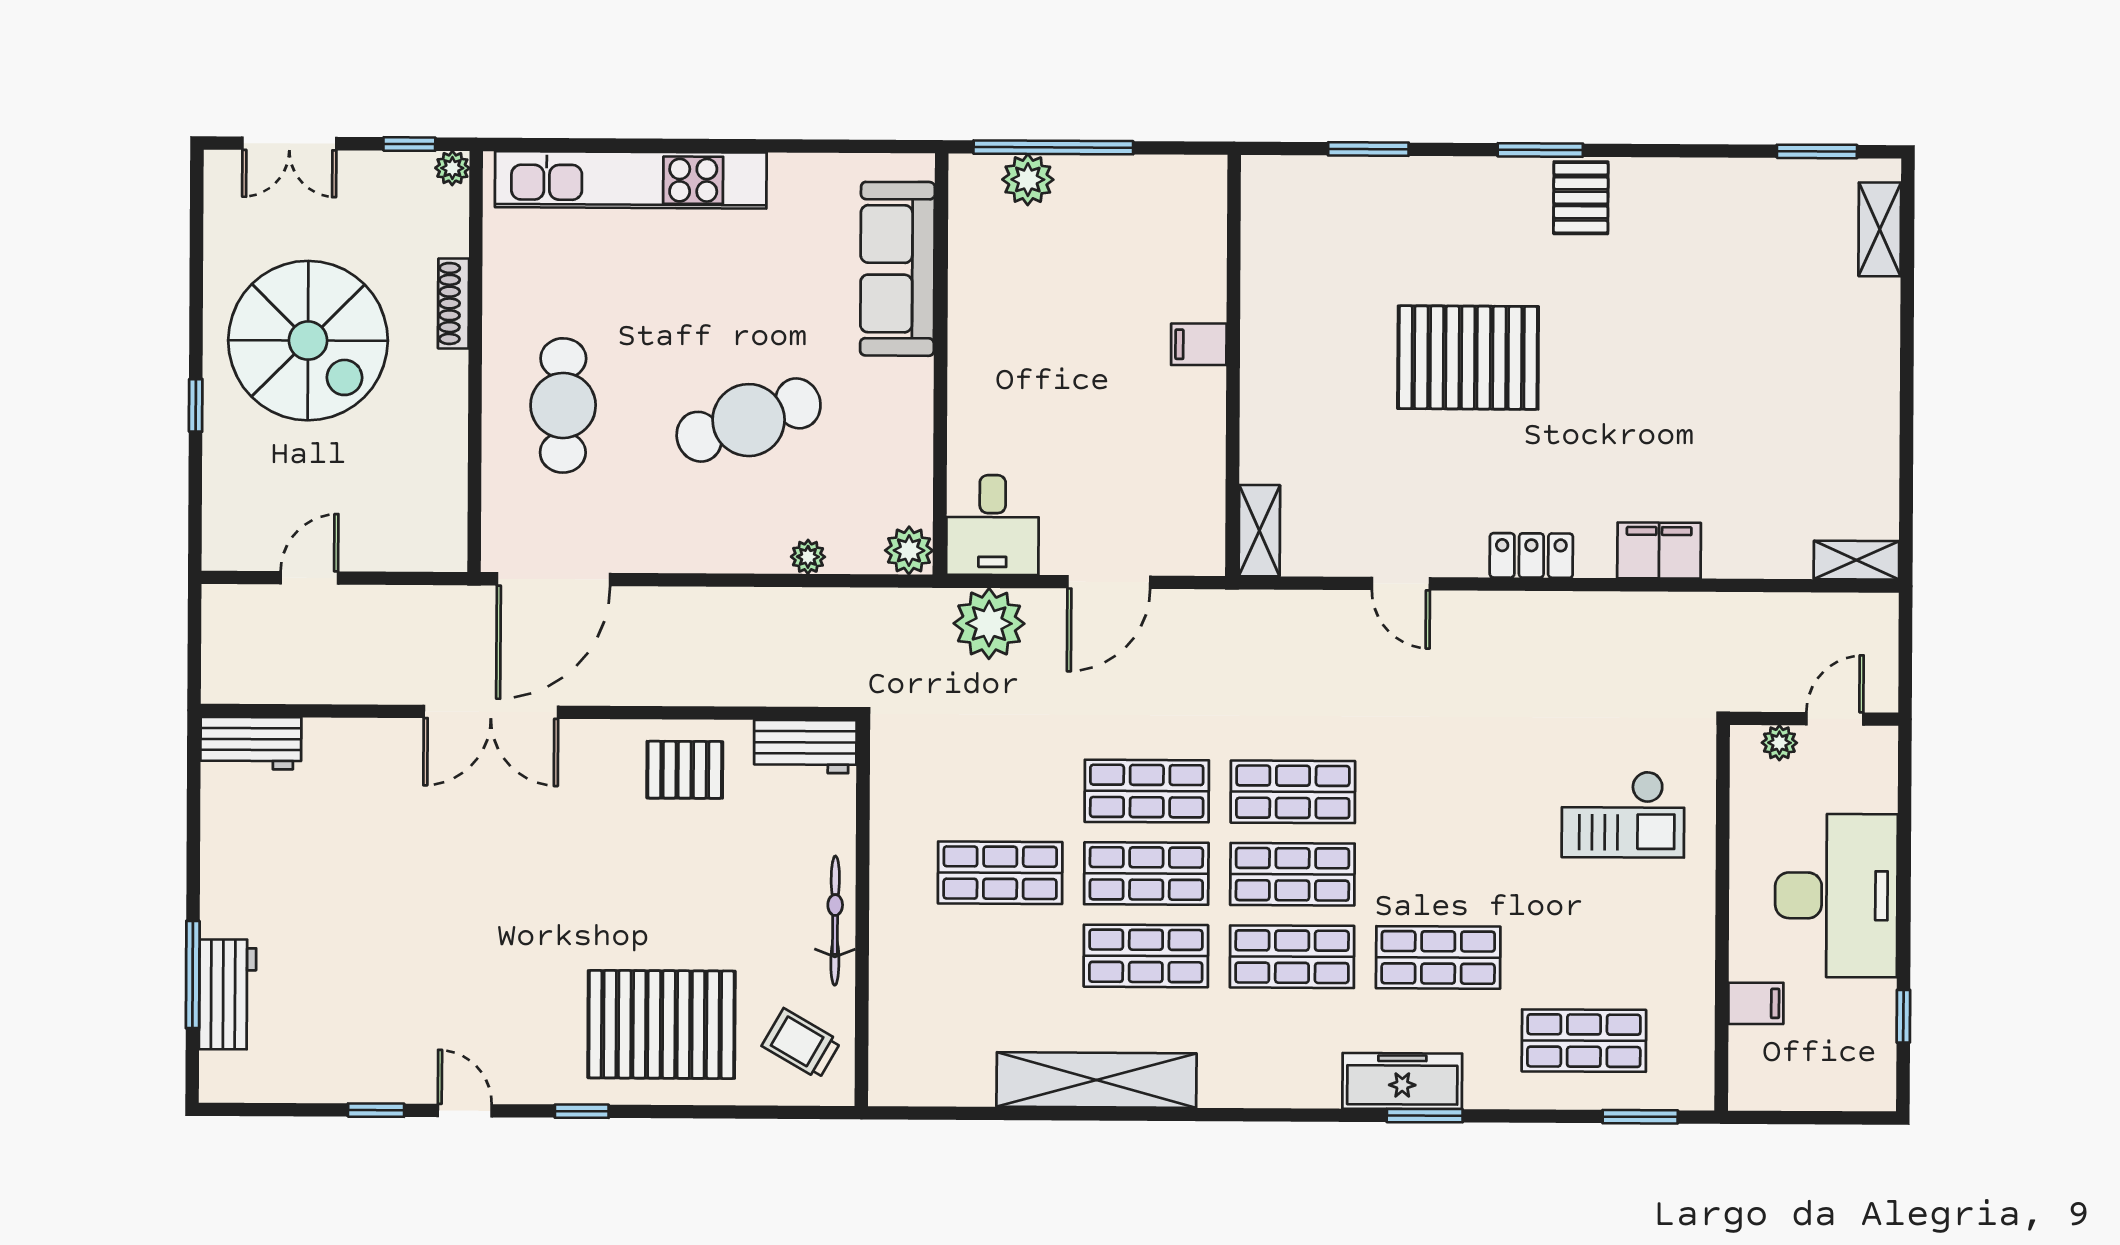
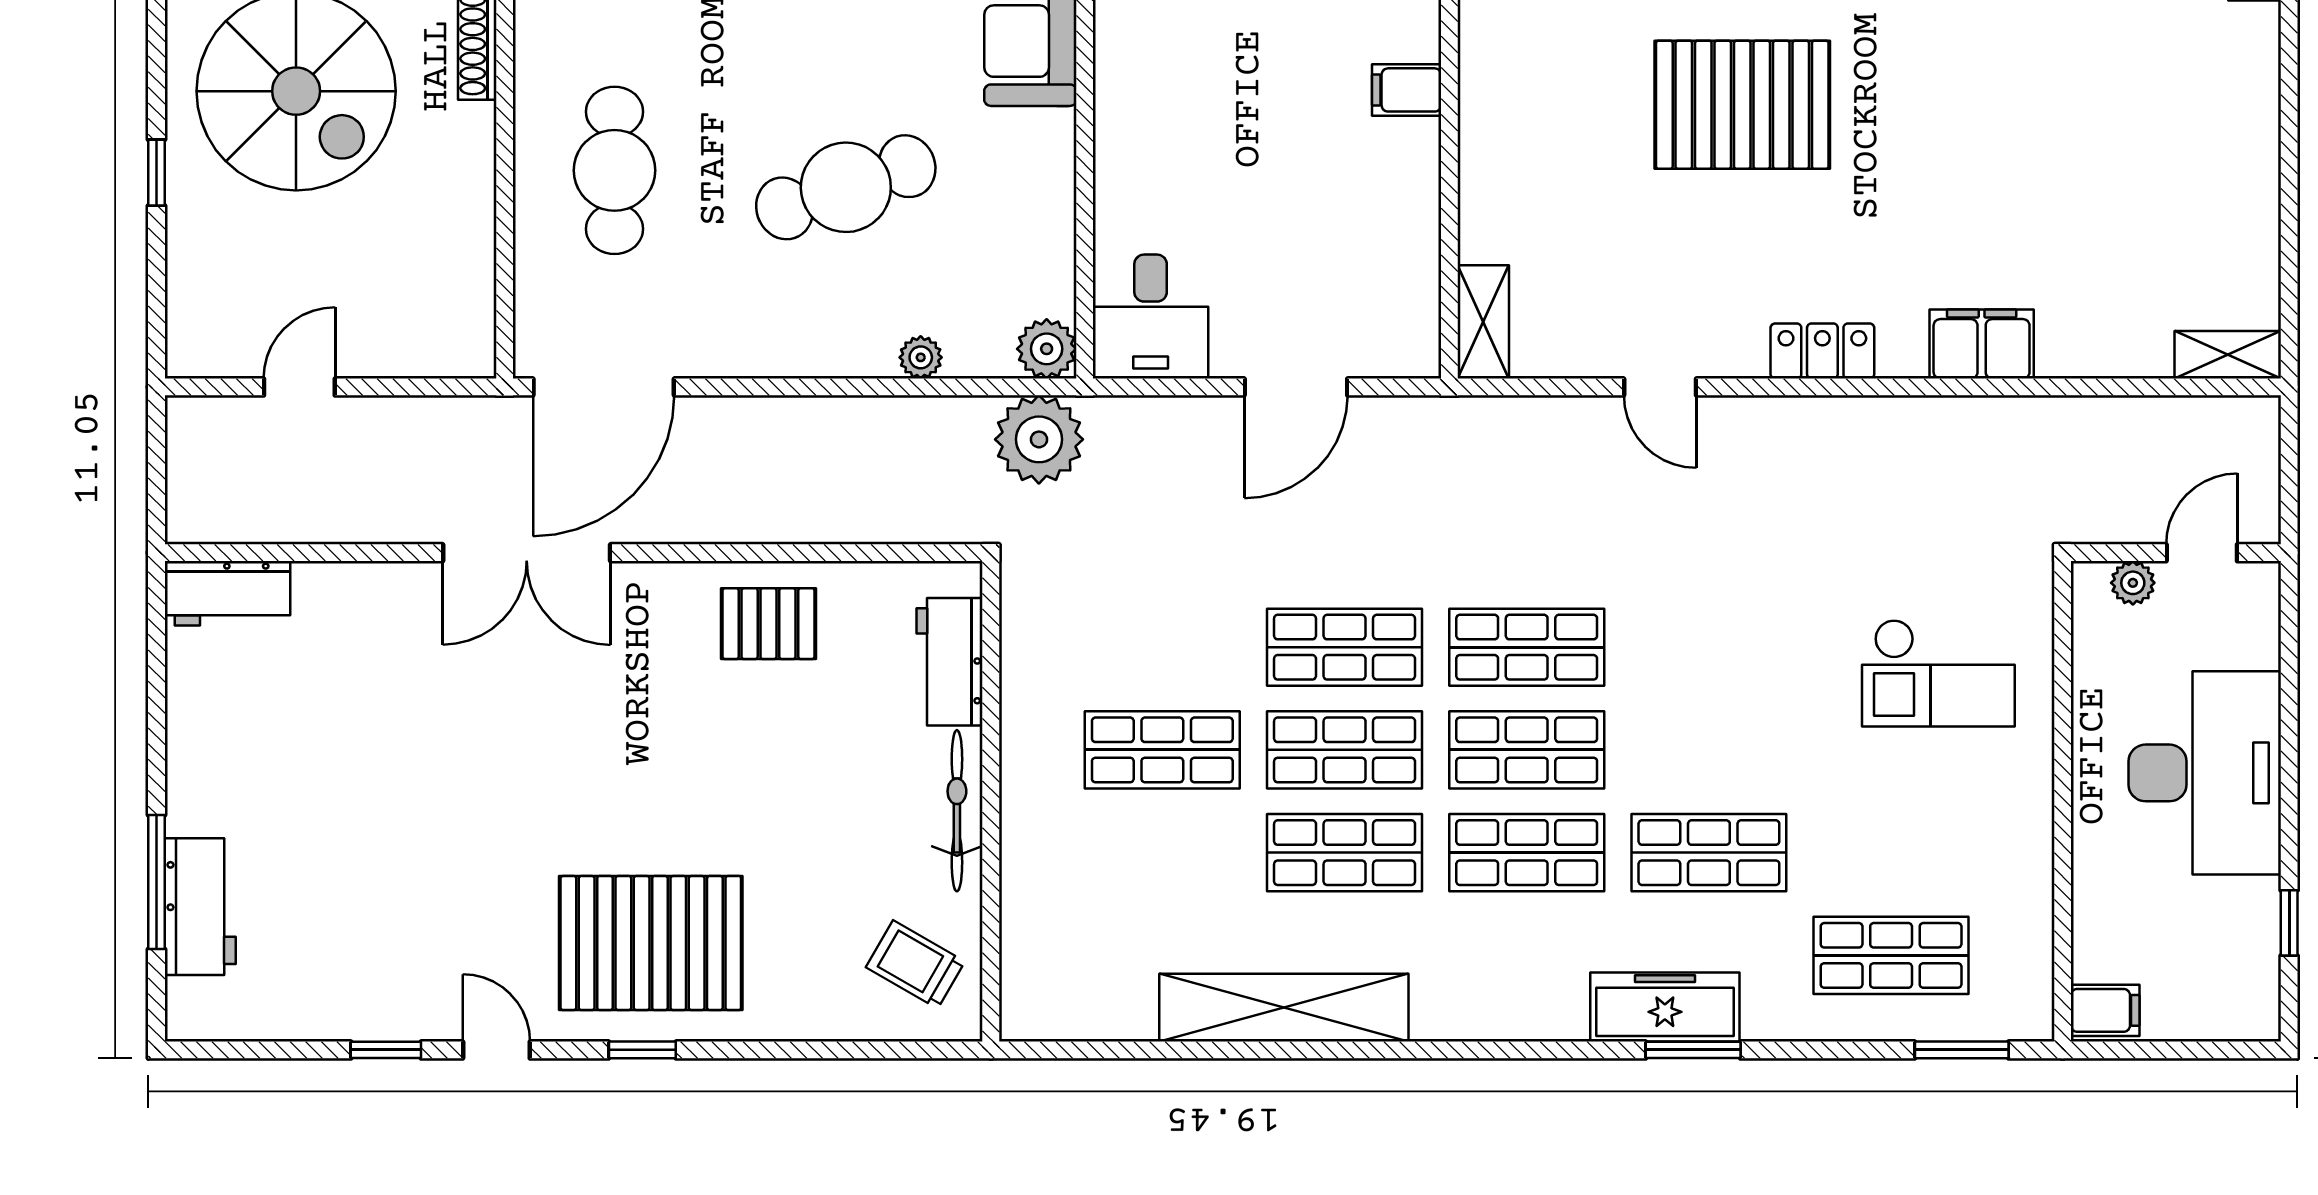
plant: (989, 624) -> (1039, 439), moved
workbench: (805, 747) -> (950, 662), moved, turned 90
filing cabinet: (1756, 1003) -> (2105, 1010), moved
pallet: (661, 1024) -> (651, 943), moved

